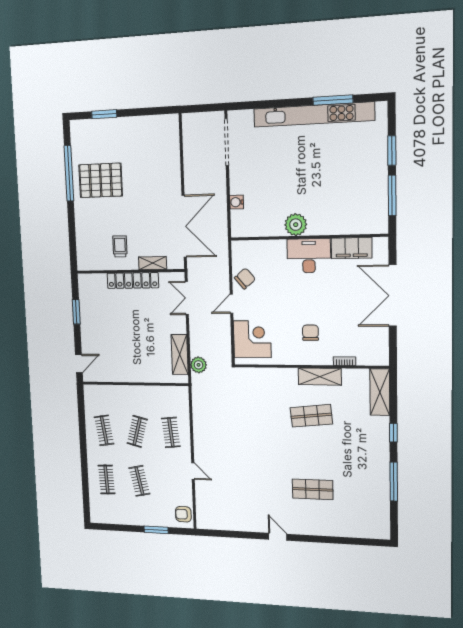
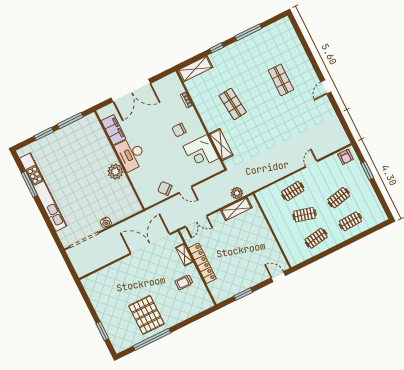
water cooler: (237, 202) -> (106, 223), moved
corner desk: (252, 339) -> (201, 152), moved, turned -90
shelving: (320, 377) -> (221, 145), moved

